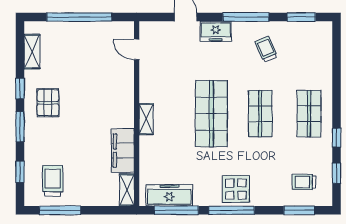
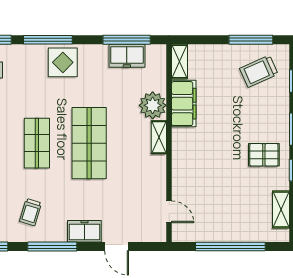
trolley: (266, 49) -> (30, 212), turned 40
pallet: (48, 103) -> (264, 155), turned 90
plant: (152, 149) -> (153, 105), added
trolley: (53, 181) -> (259, 71), turned 66
freezer: (169, 195) -> (127, 56), width x0.71
window: (232, 210) -> (48, 40), moved

